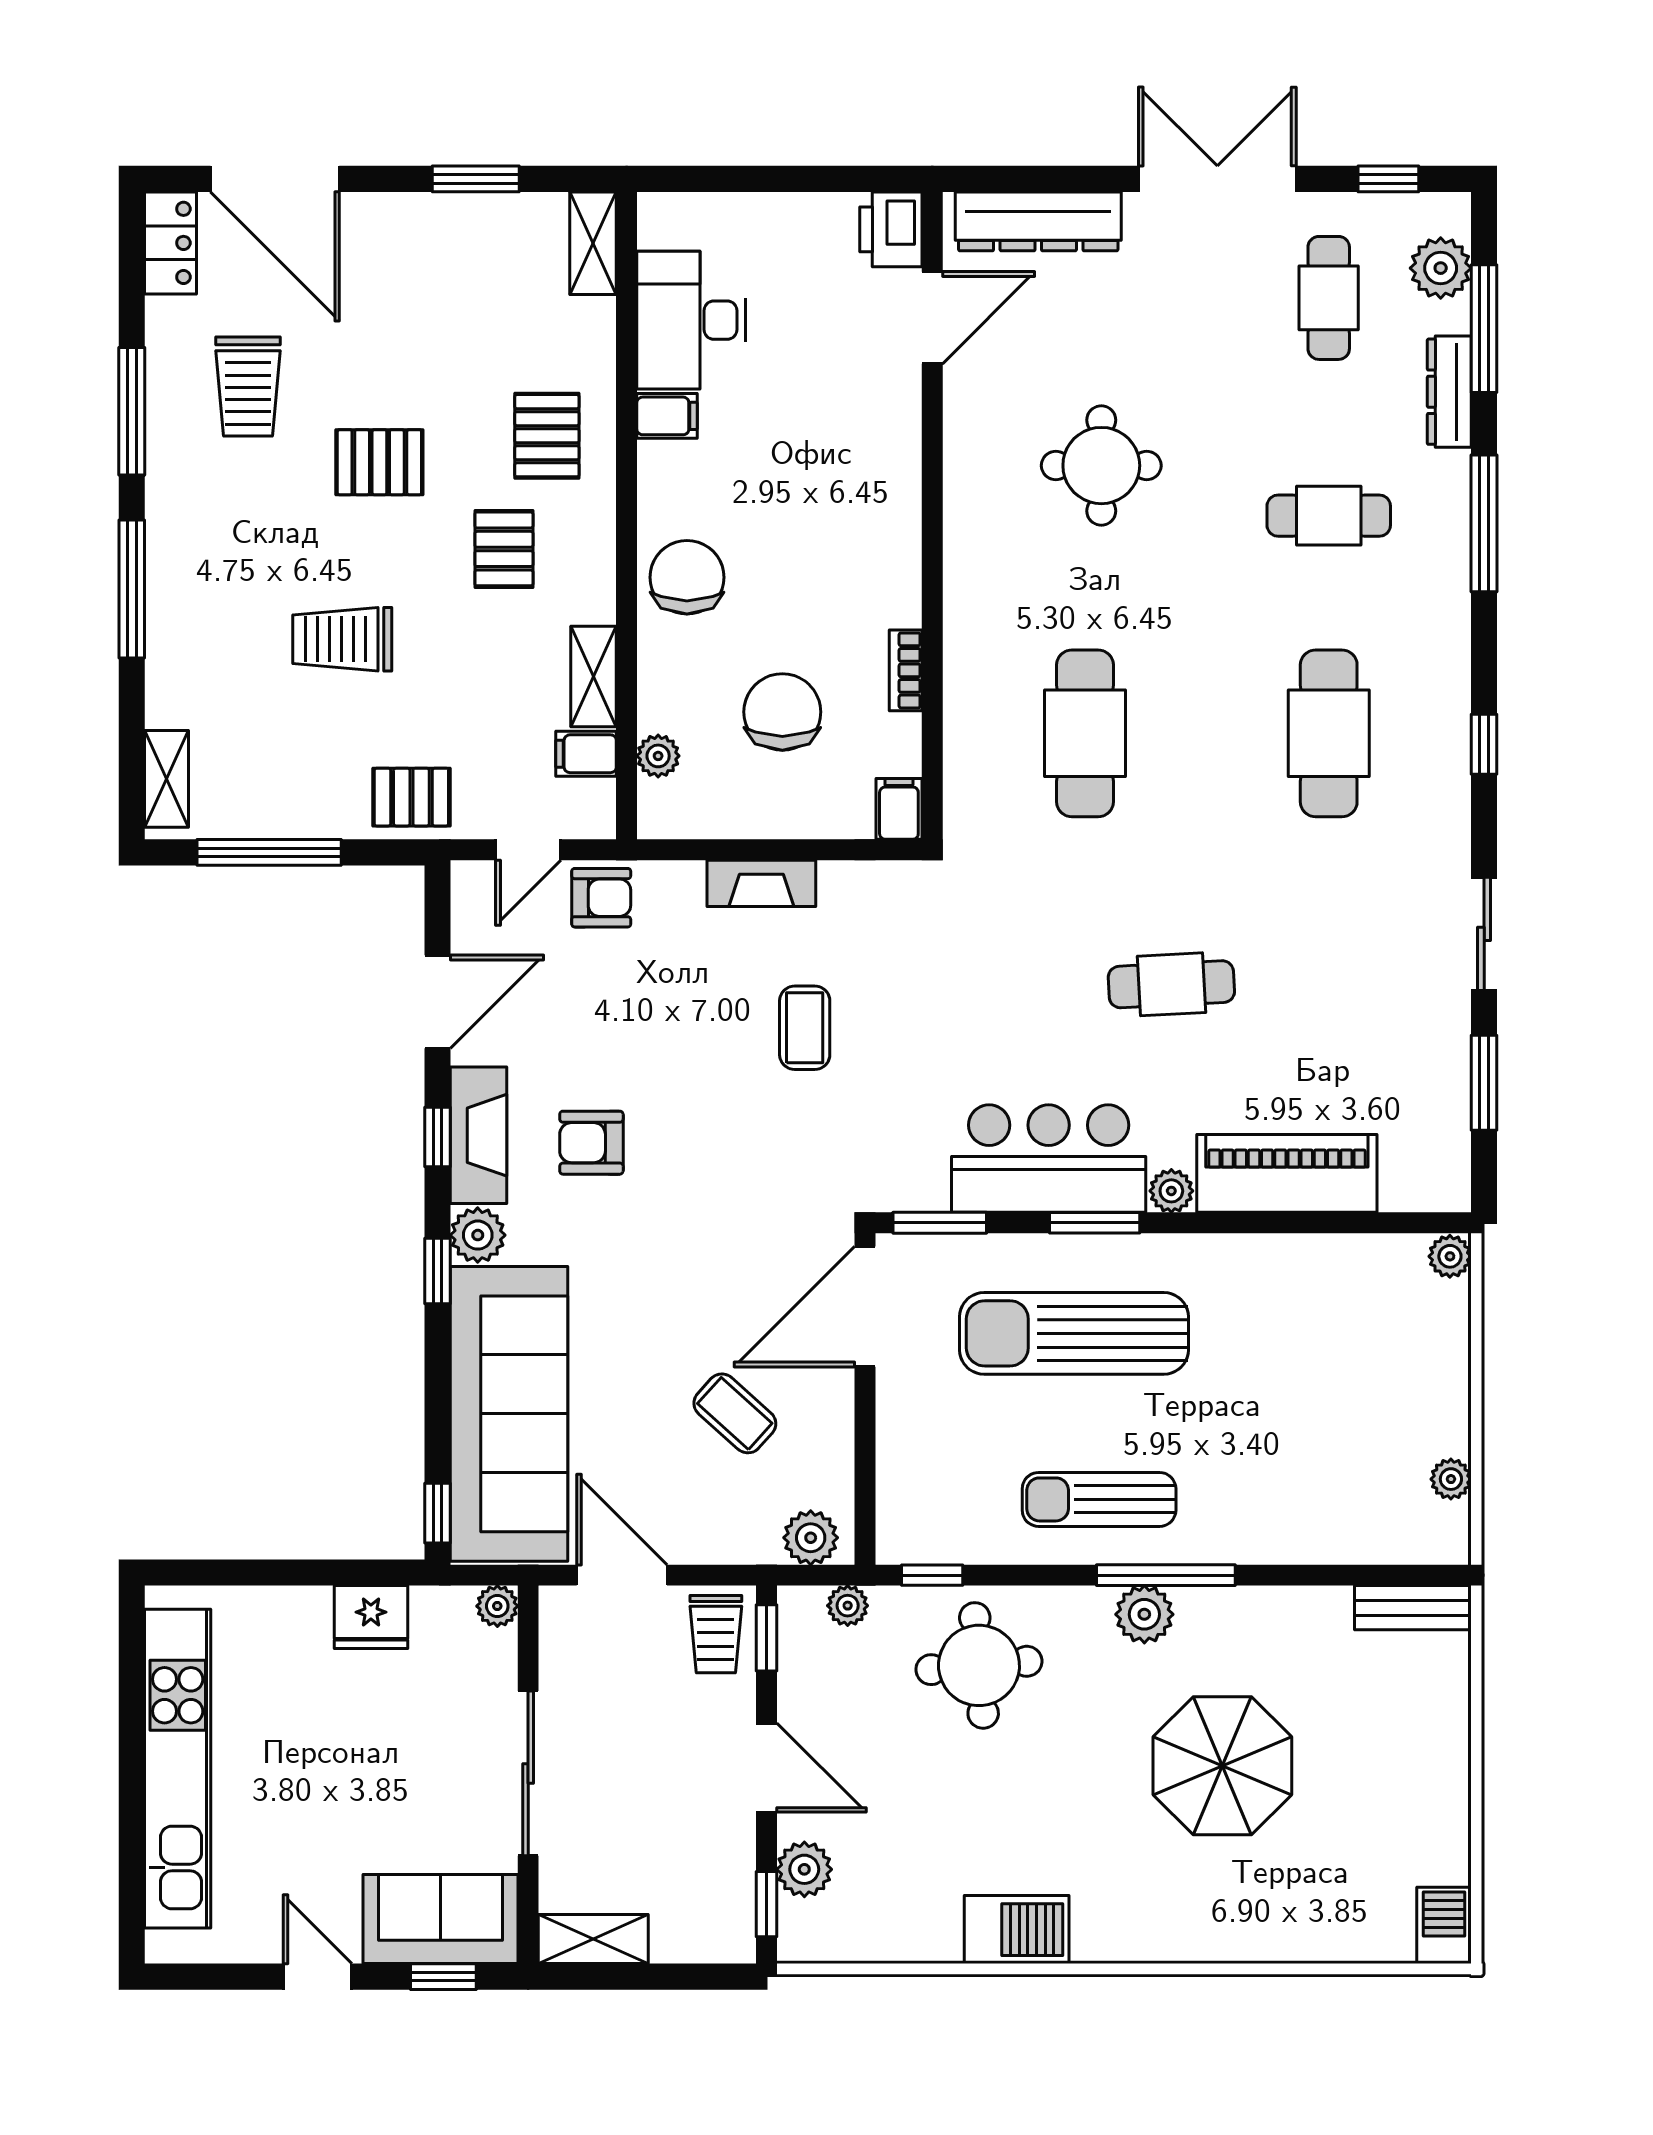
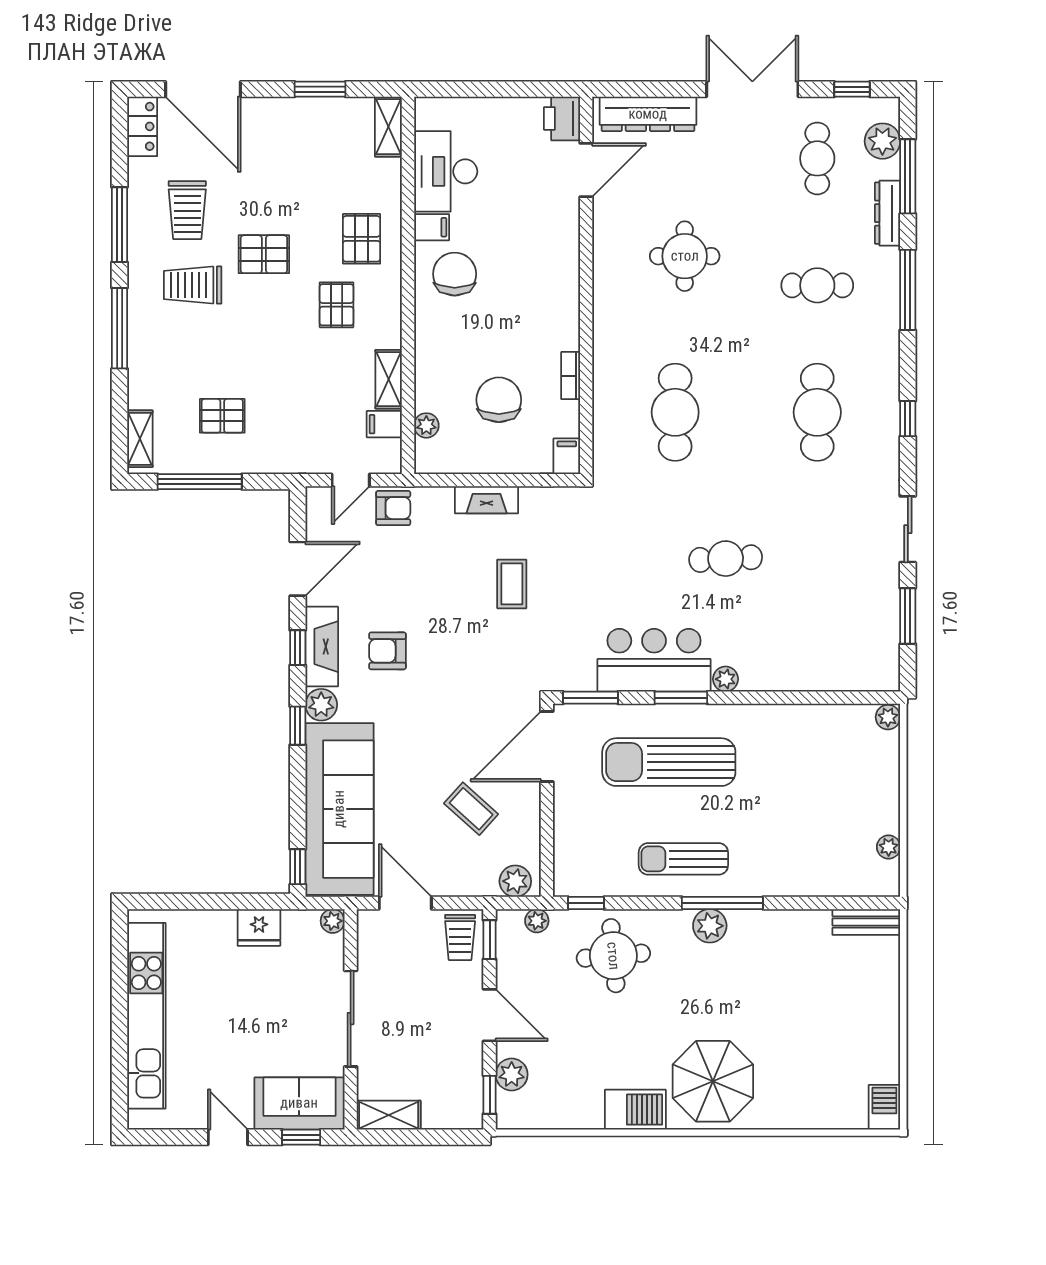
chair: (687, 577) -> (455, 274), moved
trolley: (342, 639) -> (193, 285), moved
pallet: (411, 797) -> (222, 416), moved
piano: (1287, 1173) -> (793, 669), removed
parasol: (1222, 1766) -> (713, 1081), moved

